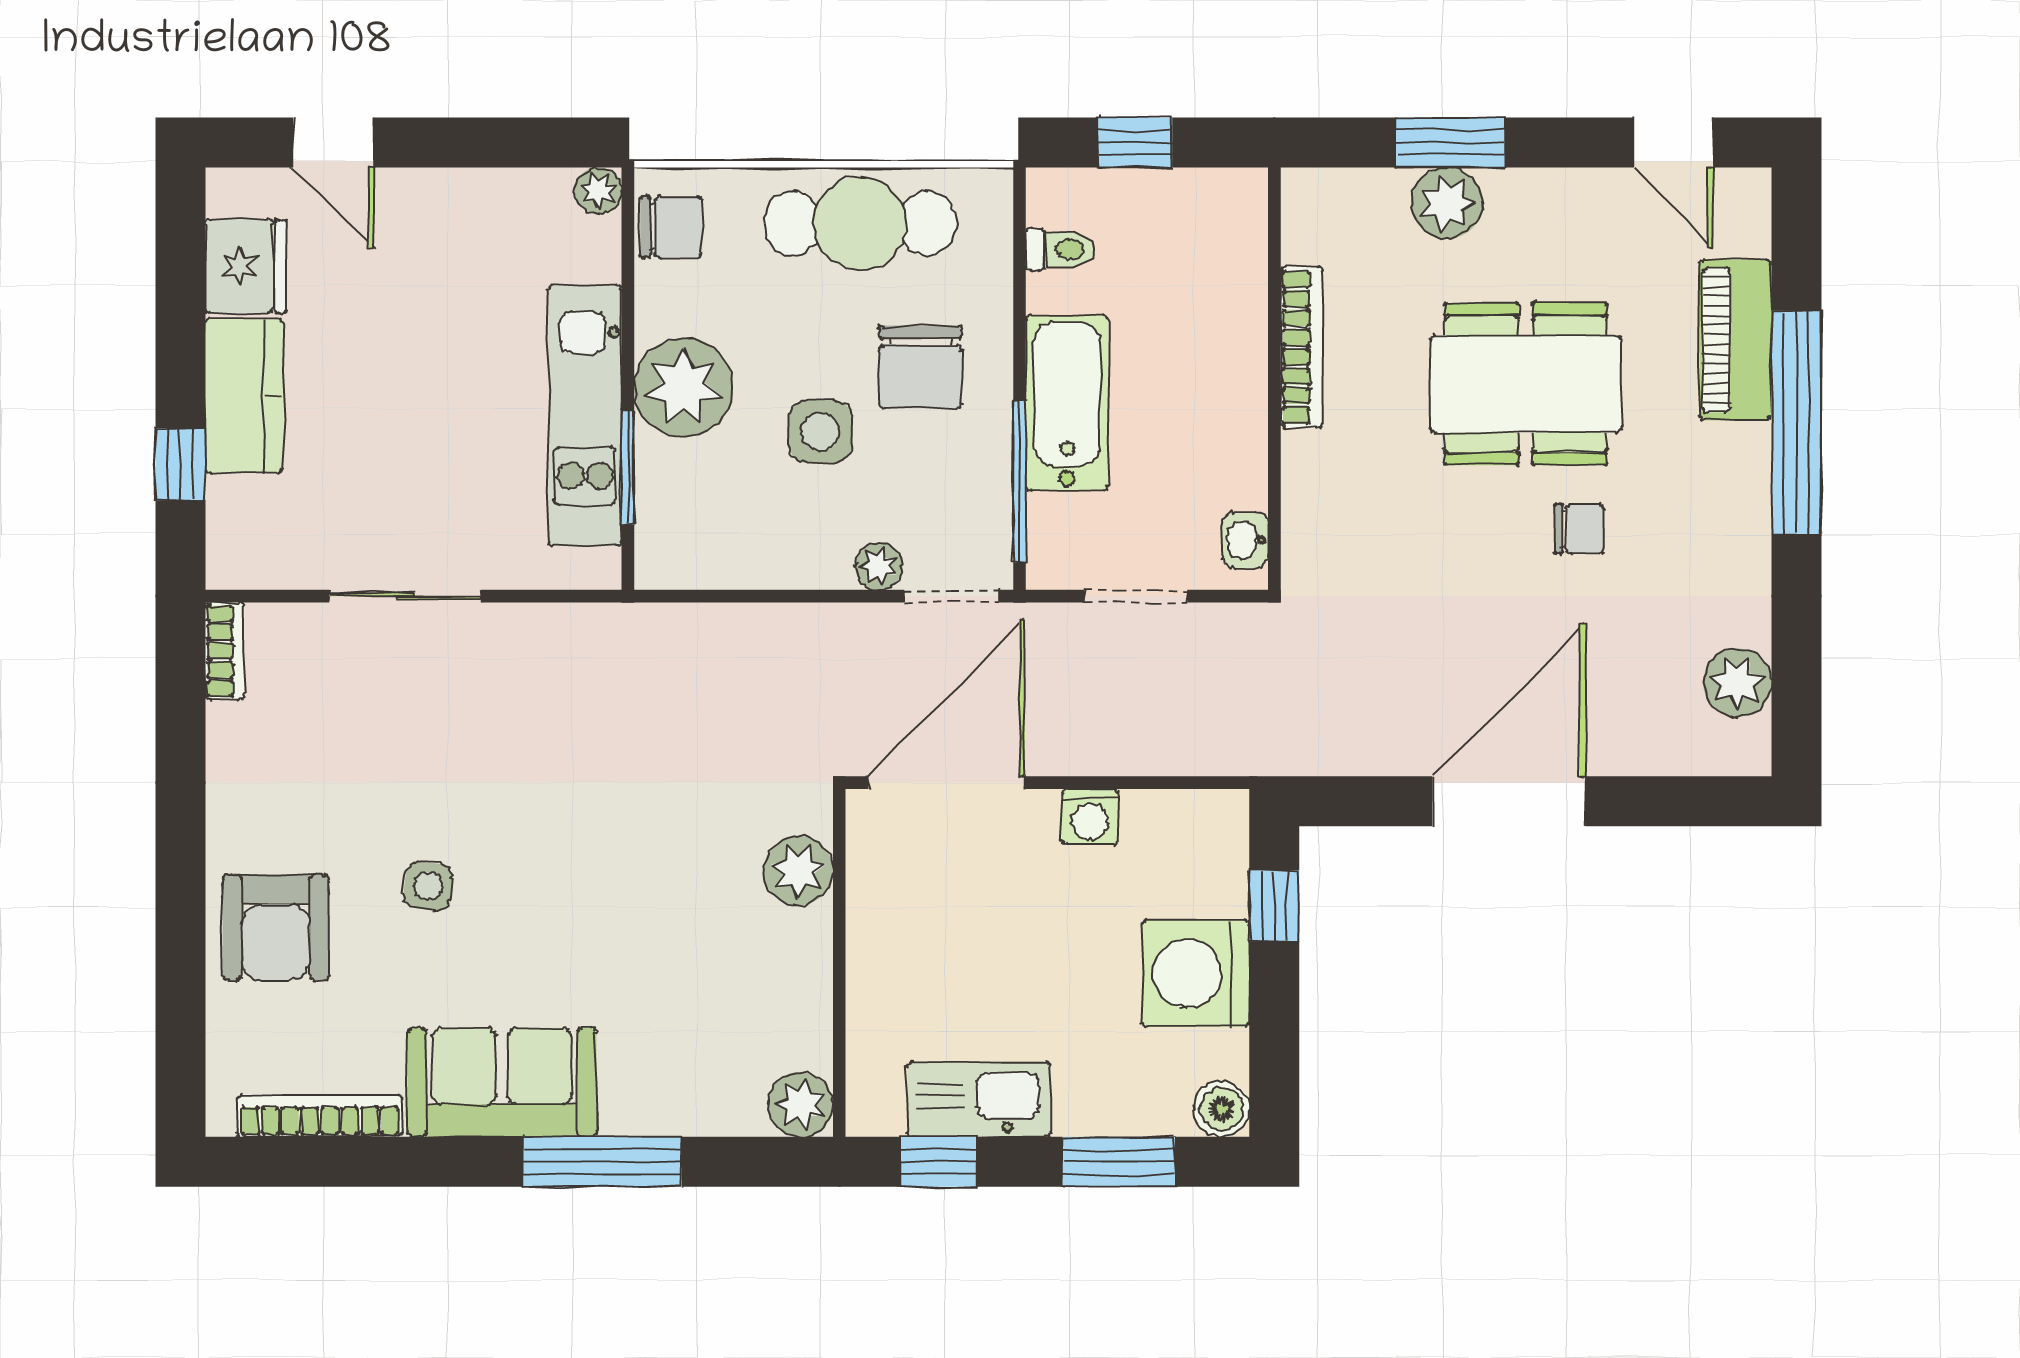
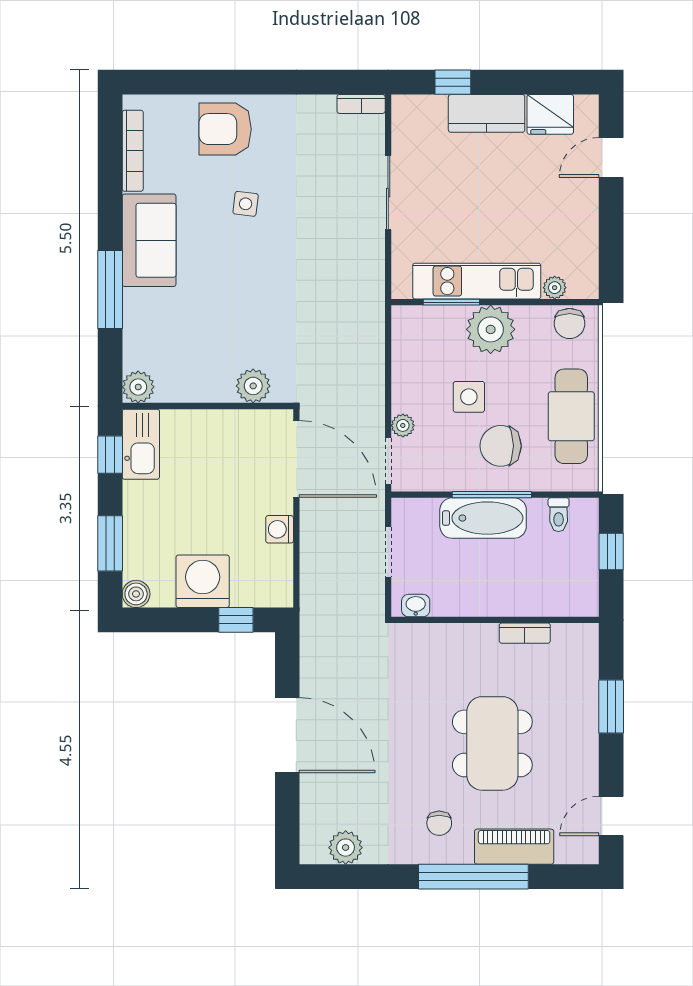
plant: (598, 191) -> (555, 288), moved
plant: (1447, 203) -> (581, 705), removed
bookcase: (1301, 347) -> (525, 633), width x0.64
window: (1020, 481) -> (492, 495), moved
chair: (1579, 529) -> (439, 823), moved
kitchen sink: (979, 1099) -> (141, 444), moved

